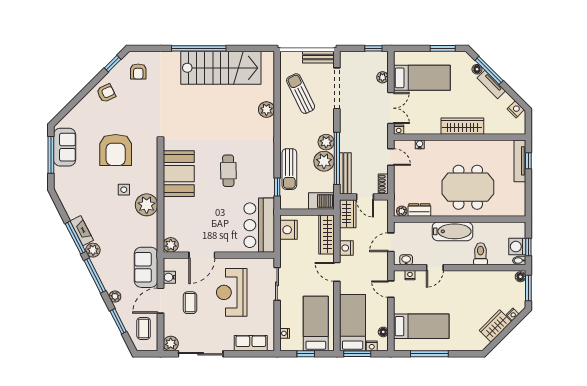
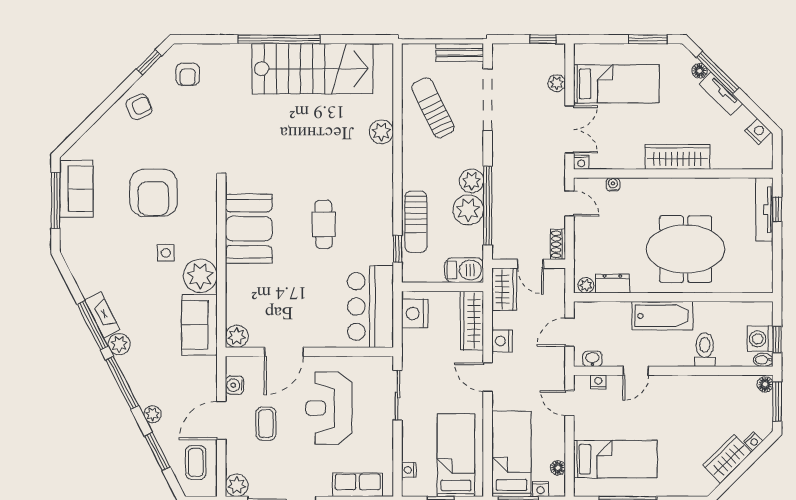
bench: (345, 173) -> (501, 228), removed
sofa: (146, 267) -> (199, 325), moved

